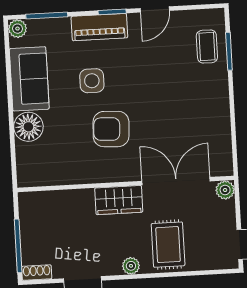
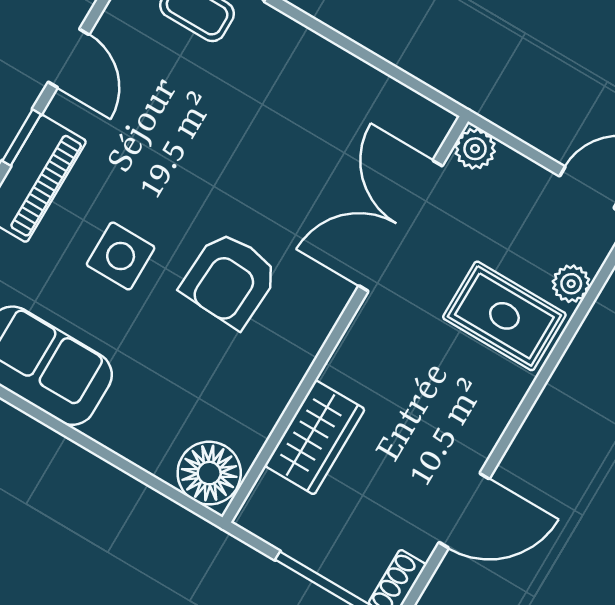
floor lamp: (28, 127) -> (209, 473), moved
wardrobe: (119, 200) -> (315, 437), moved
plant: (131, 266) -> (571, 284), moved

